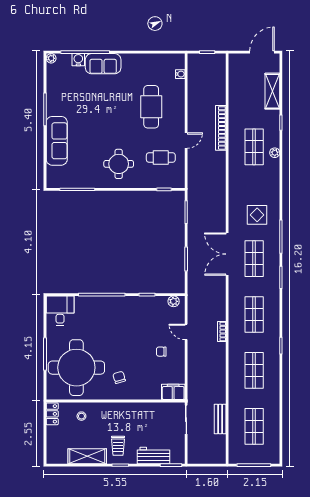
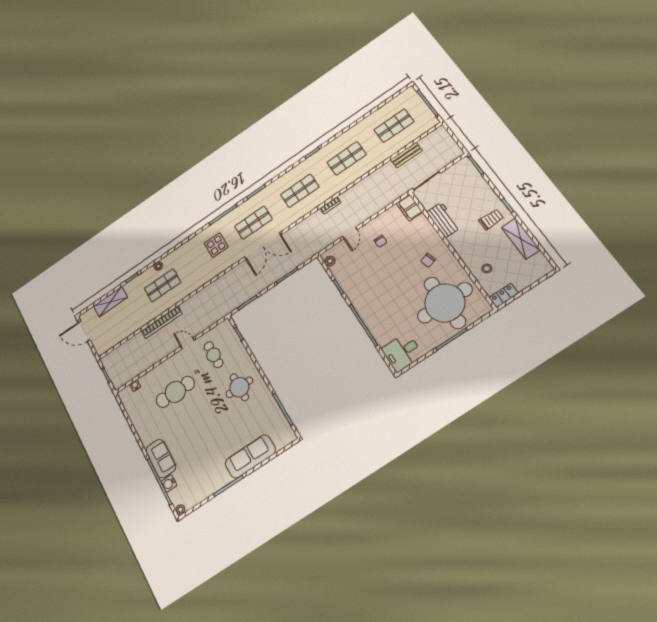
workbench: (154, 456) -> (443, 220), moved, turned 180

